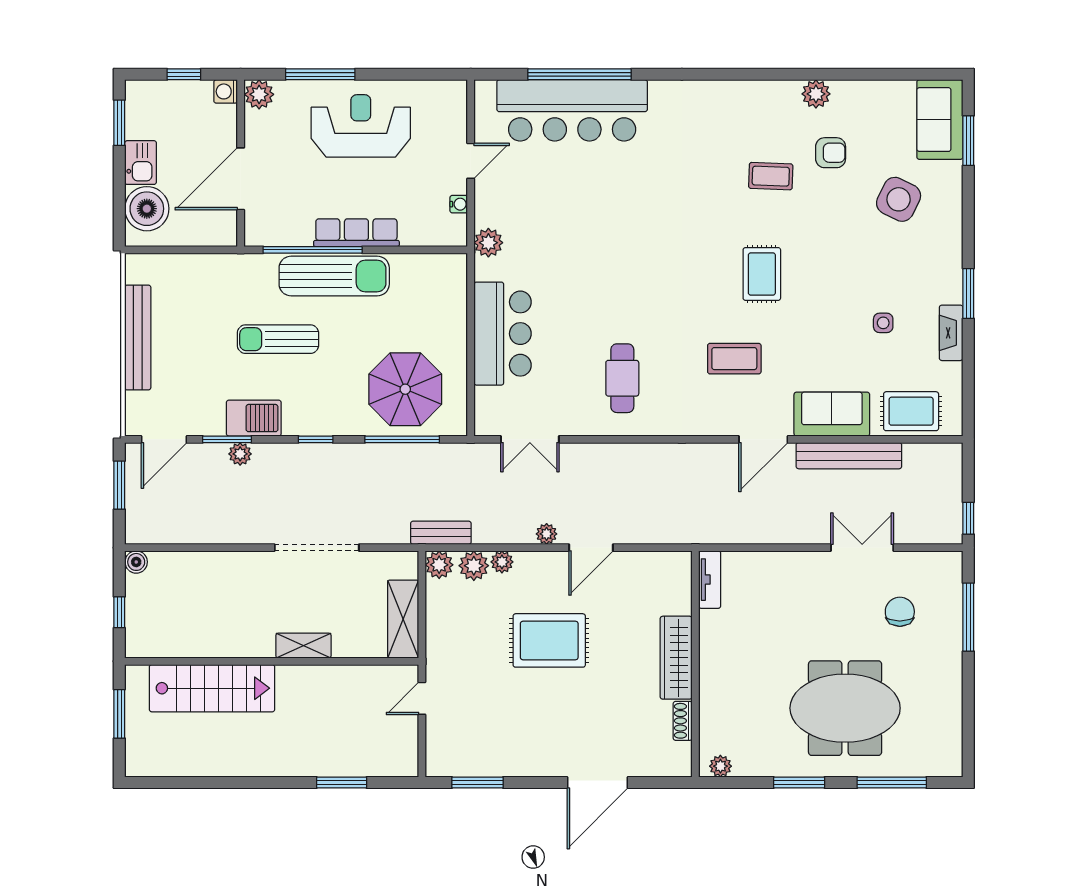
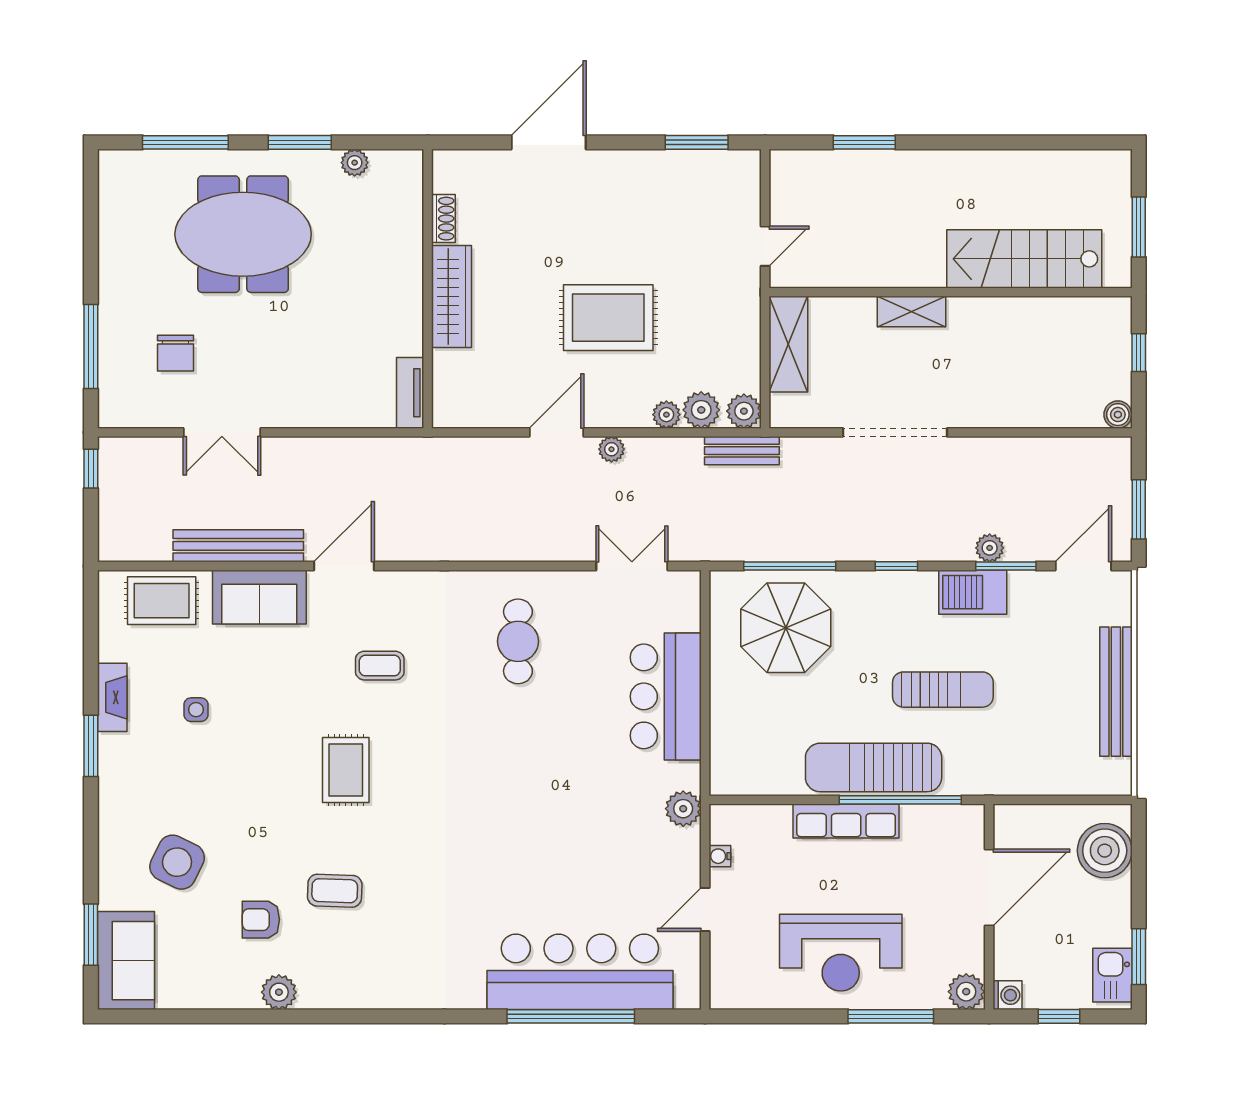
kitchen sink: (141, 163) -> (1112, 975), moved
coffee table: (734, 359) -> (380, 666), width x0.73, depth x0.77
plant: (720, 766) -> (355, 163), moved

